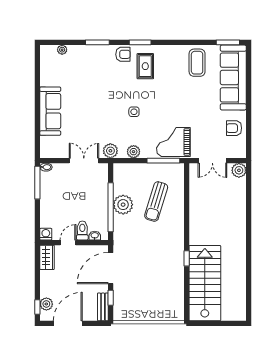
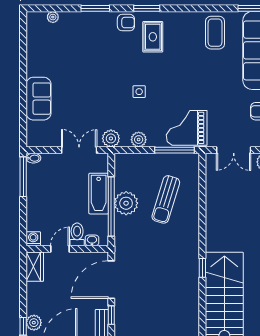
sofa: (50, 111) -> (39, 99), width x0.73
bathtub: (100, 197) -> (99, 194), added

